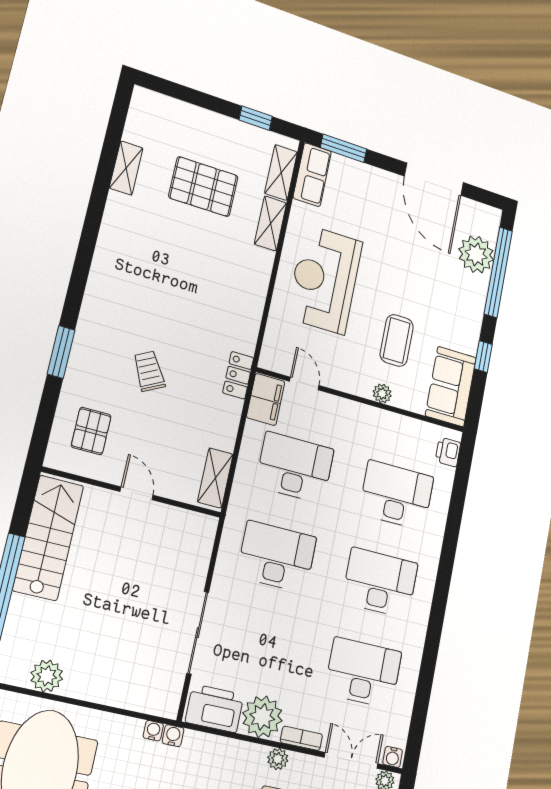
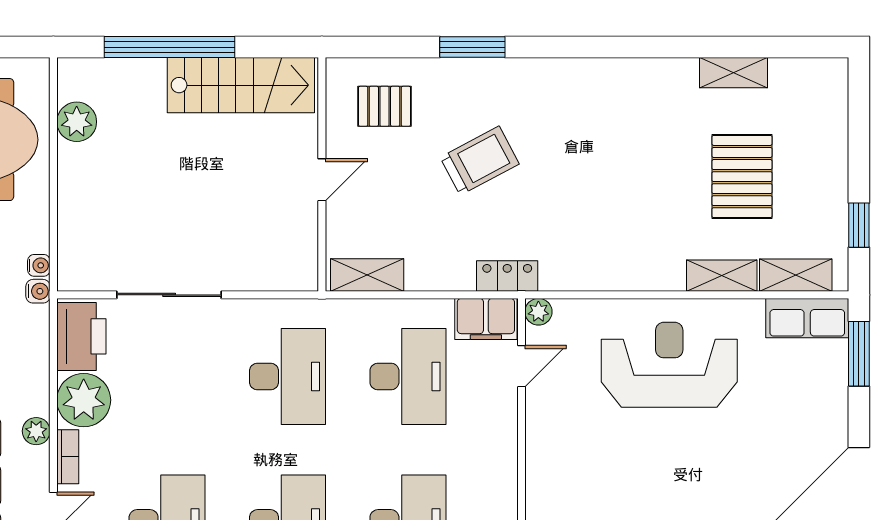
coffee table: (397, 340) -> (616, 482), removed
trolley: (149, 371) -> (480, 161), width x1.36, depth x1.39
plant: (382, 394) -> (538, 312), moved

